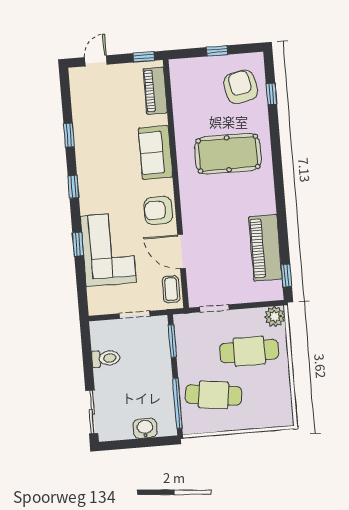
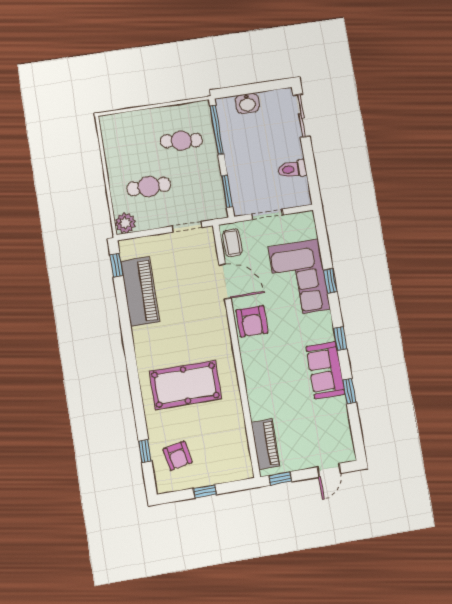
armchair: (241, 87) -> (177, 456), width x0.72, depth x0.72
sofa: (155, 153) -> (325, 370), moved, turned 180
armchair: (158, 210) -> (252, 321), turned 90
cafe table: (249, 351) -> (149, 187), width x0.73, depth x0.74
cafe table: (214, 395) -> (181, 141), width x0.73, depth x0.74

